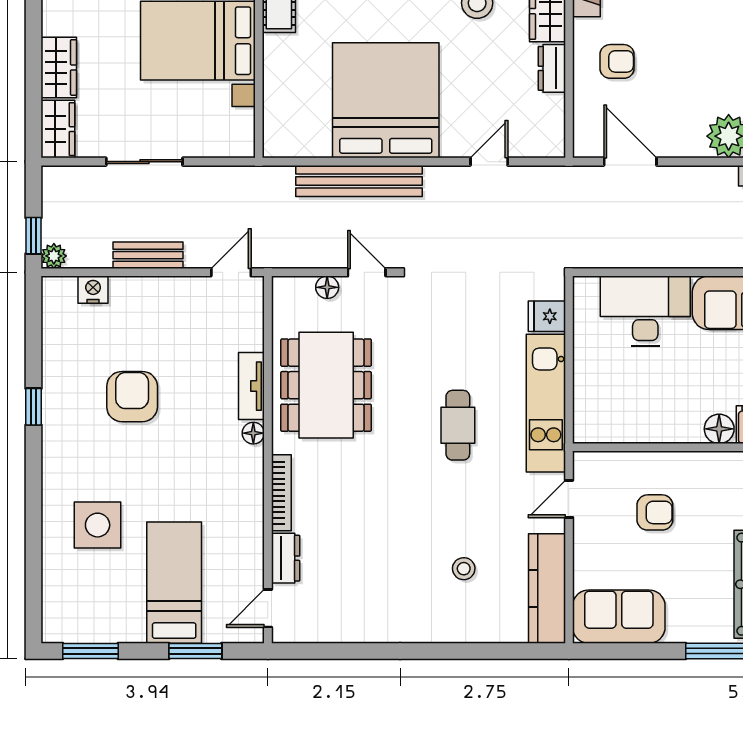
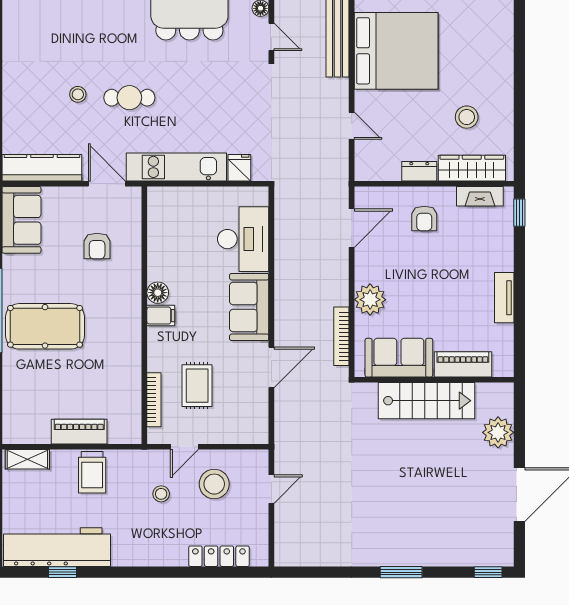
door: (367, 272) -> (271, 37), hinge flipped
cafe table: (458, 425) -> (129, 98), moved
door: (569, 499) -> (107, 184), width x1.38
stool: (464, 569) -> (78, 94), moved

